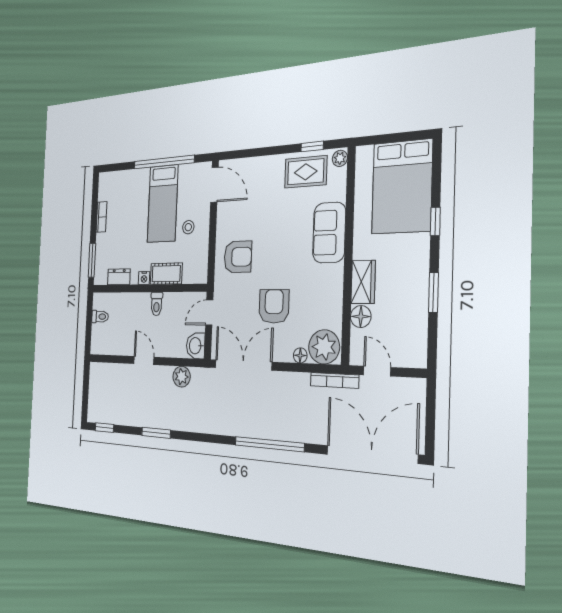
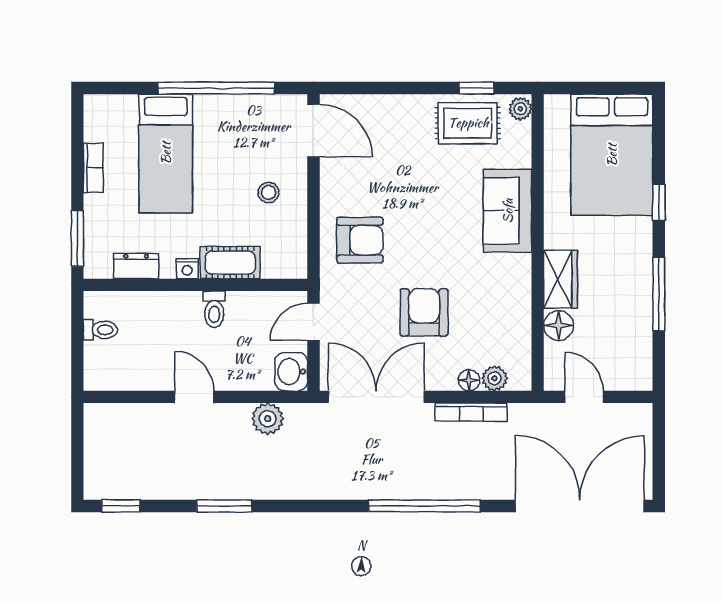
bed: (163, 204) -> (166, 153), moved
window: (434, 292) -> (659, 294), width x1.44
plant: (324, 347) -> (494, 378), width x0.53, depth x0.53
bookcase: (334, 380) -> (471, 412), moved

